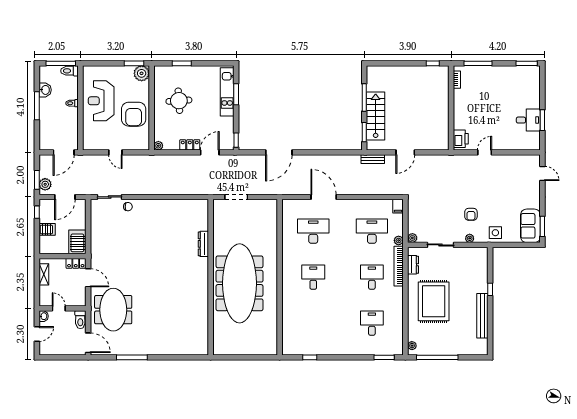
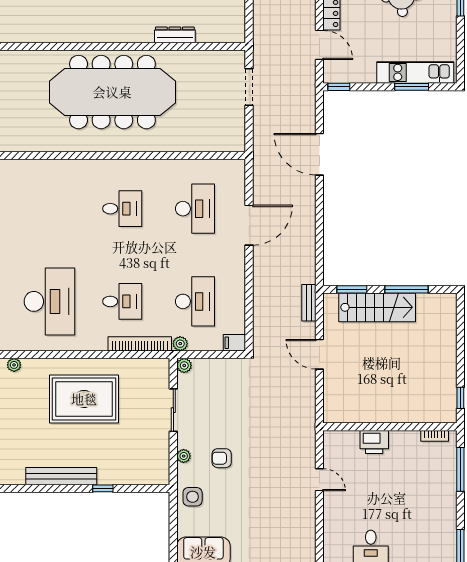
printer: (461, 139) -> (374, 442), moved
dresser: (413, 265) -> (142, 367), removed
desk: (372, 323) -> (49, 301), width x1.87, depth x1.30

